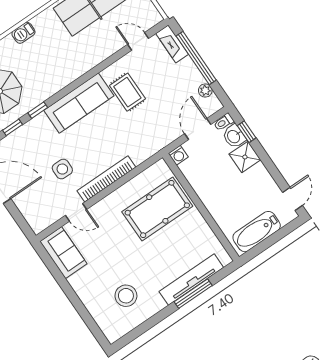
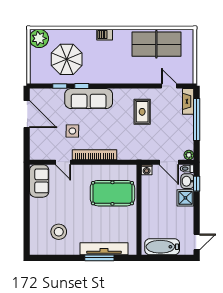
plant: (205, 91) -> (189, 155), moved
sofa: (79, 103) -> (89, 99), moved
door: (198, 129) -> (169, 162), swing flipped

